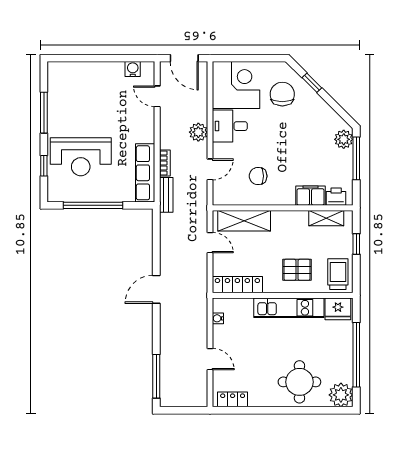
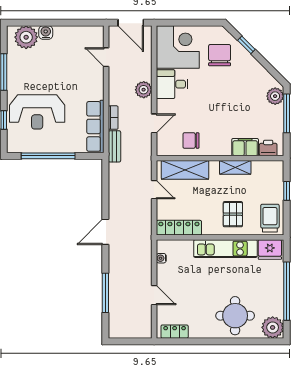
water cooler: (133, 69) -> (46, 33), moved
plant: (69, 74) -> (26, 37), added
chair: (258, 176) -> (191, 141), moved
shelving: (326, 218) -> (235, 167), moved
pallet: (297, 270) -> (233, 214), turned 90
window: (156, 376) -> (105, 293), moved

